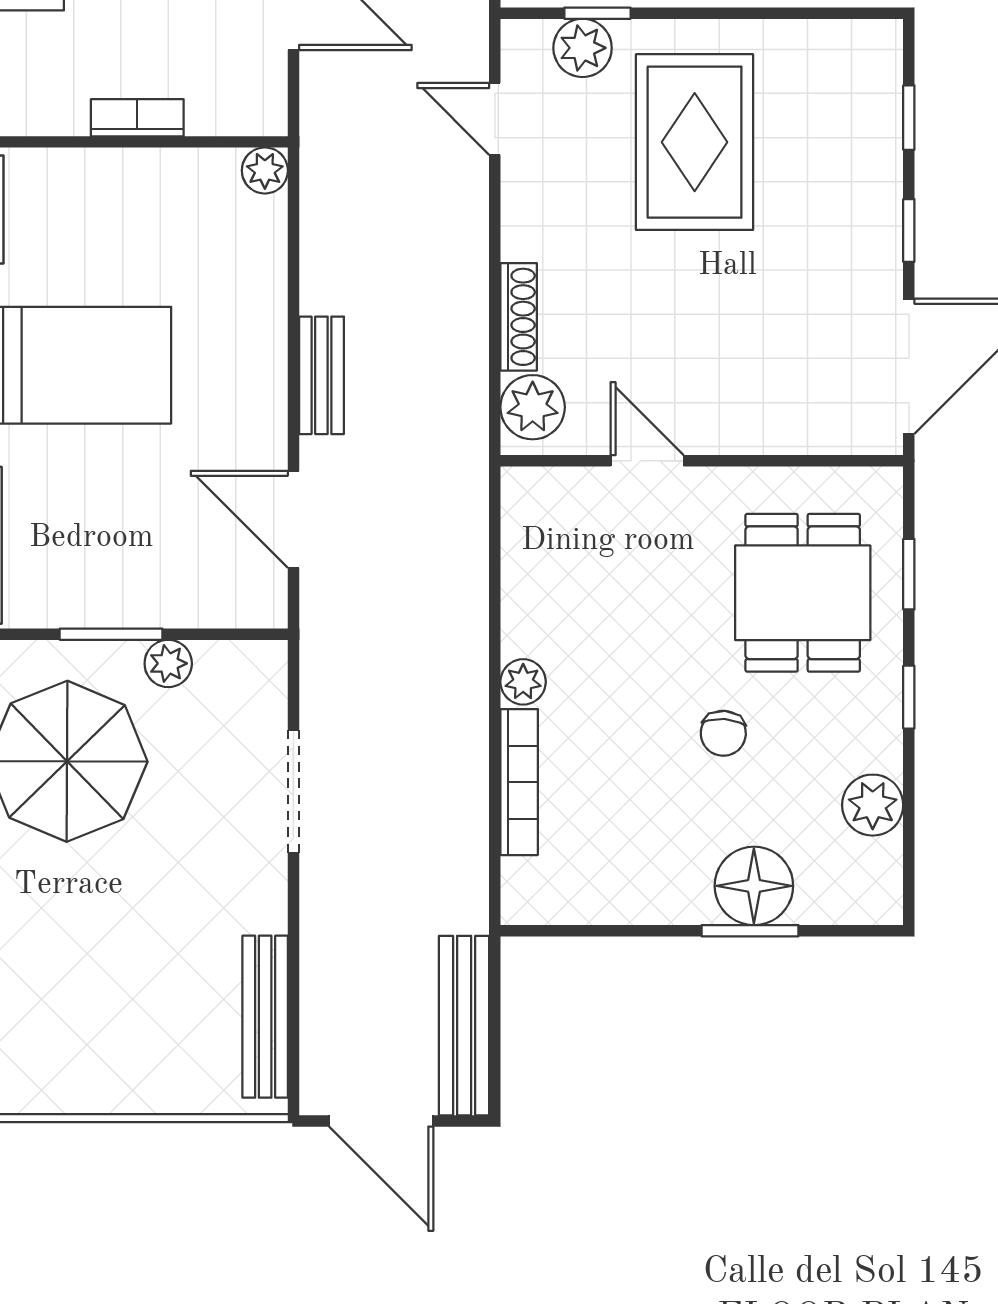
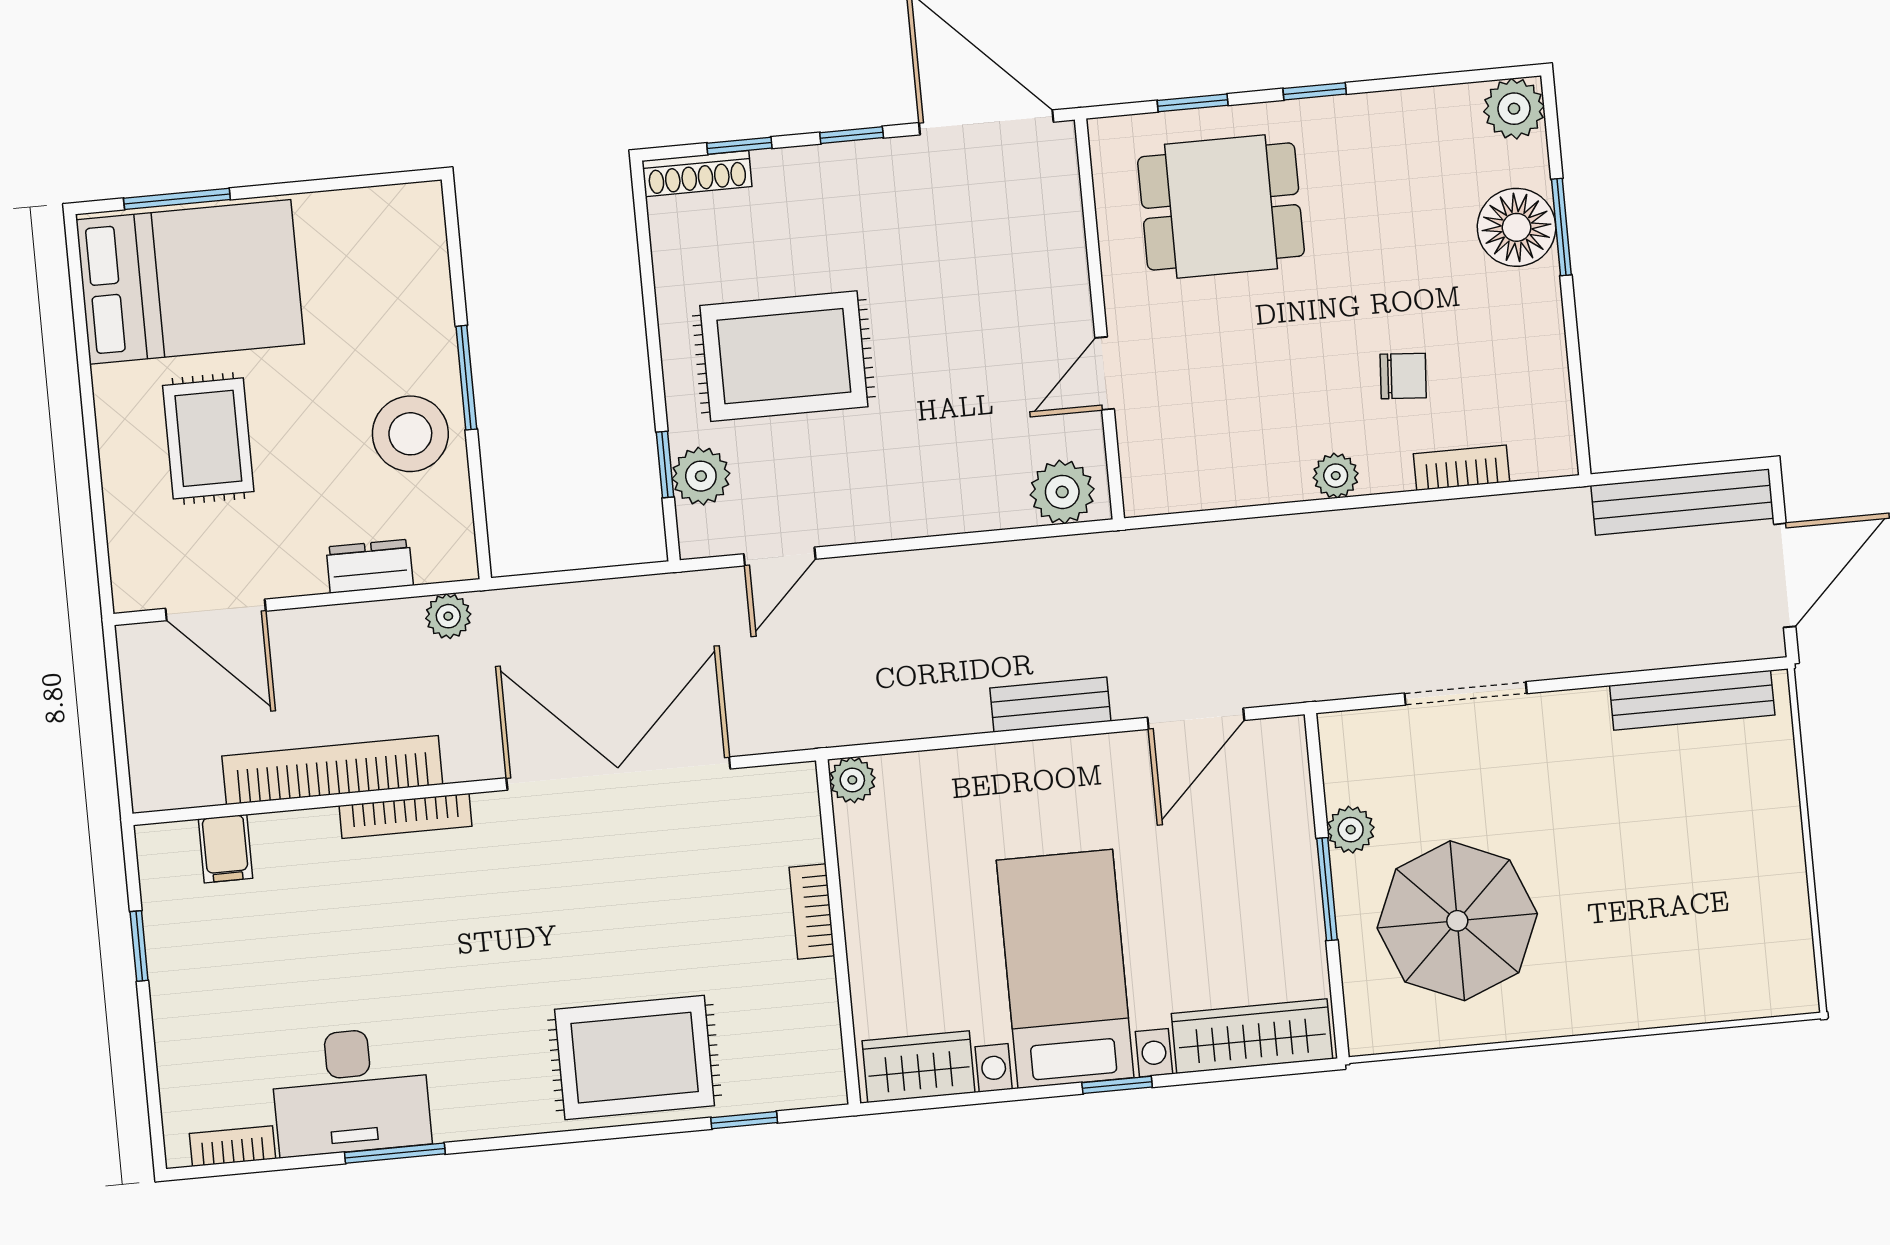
shoe rack: (519, 317) -> (697, 174), moved, turned 180
chair: (723, 733) -> (1403, 376), moved
bookcase: (519, 782) -> (1462, 468), width x0.64
plant: (873, 805) -> (1514, 109), moved

